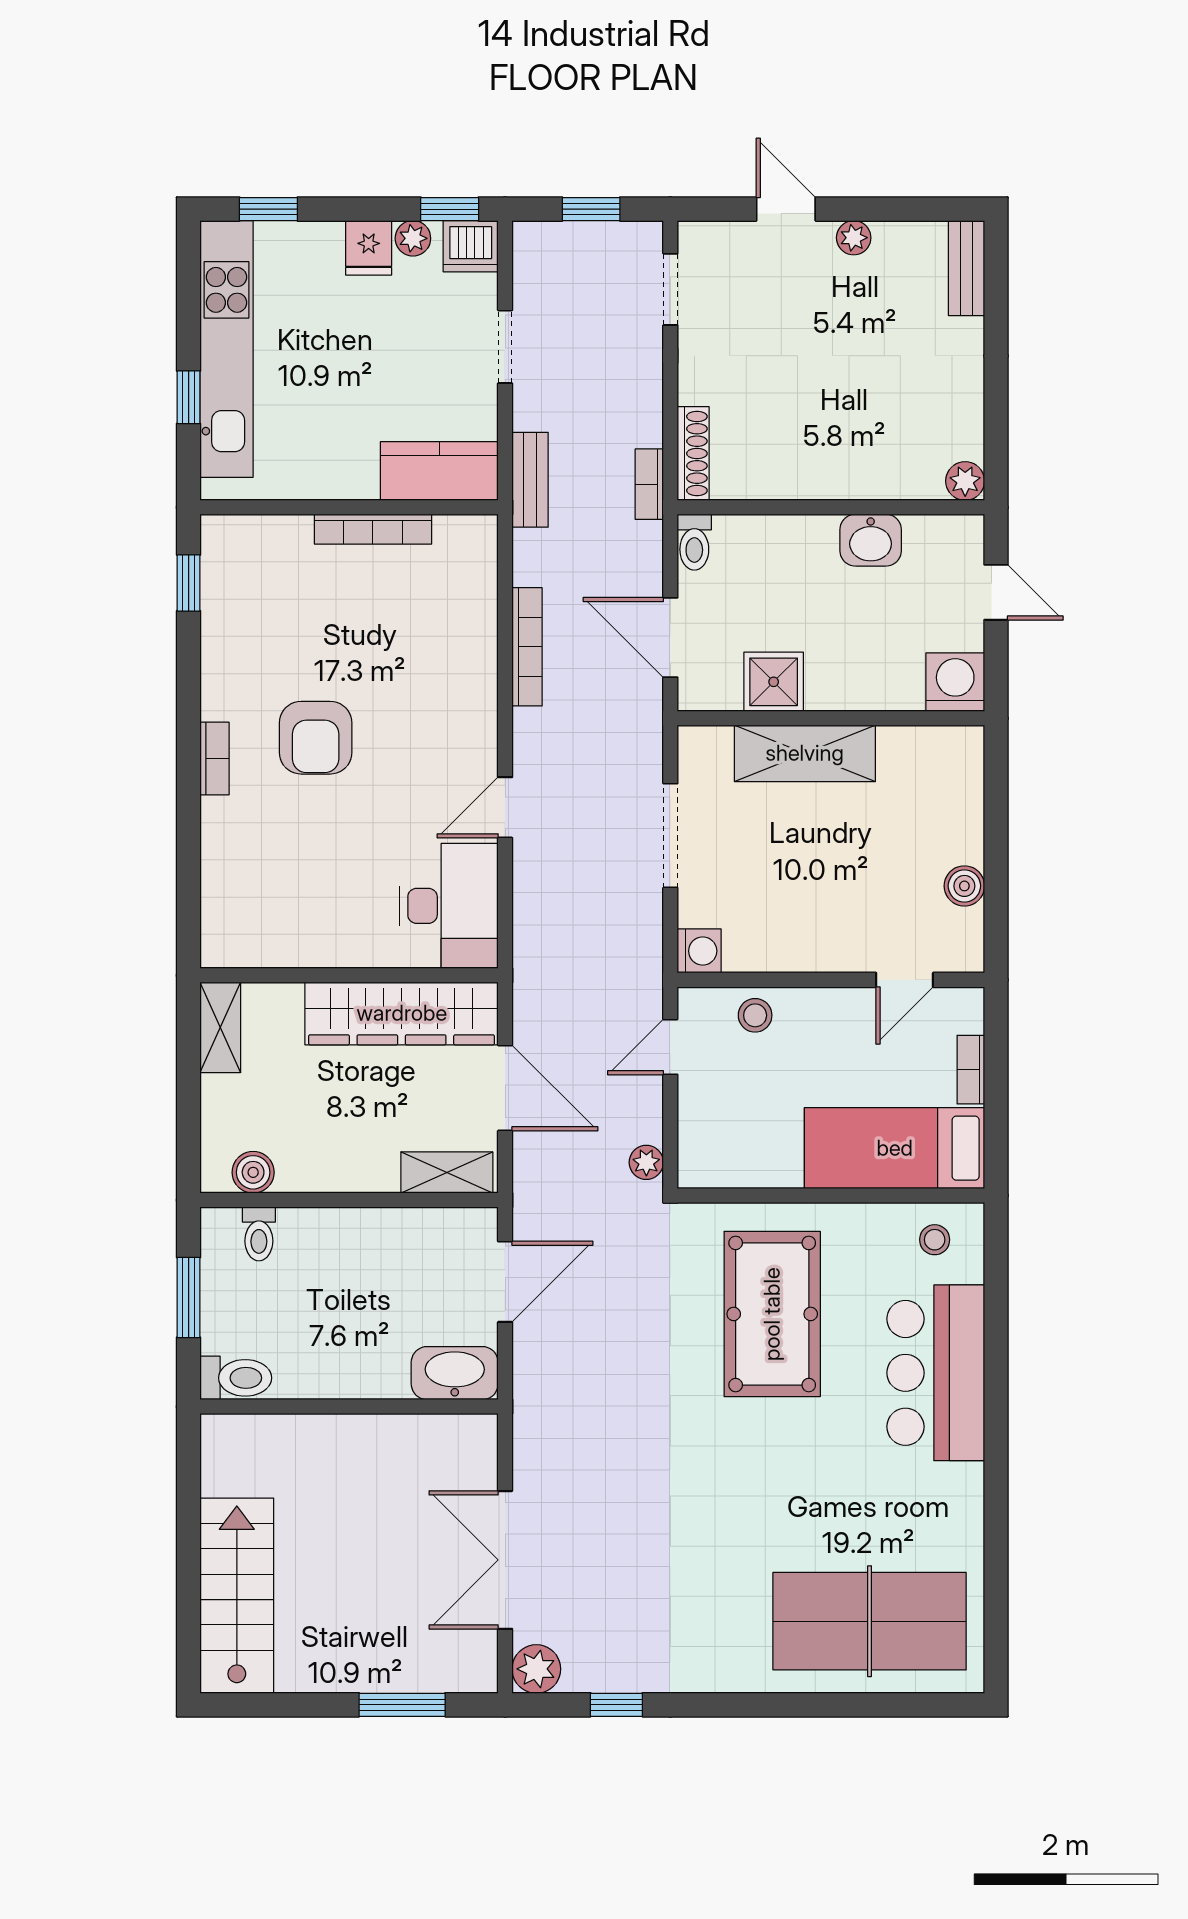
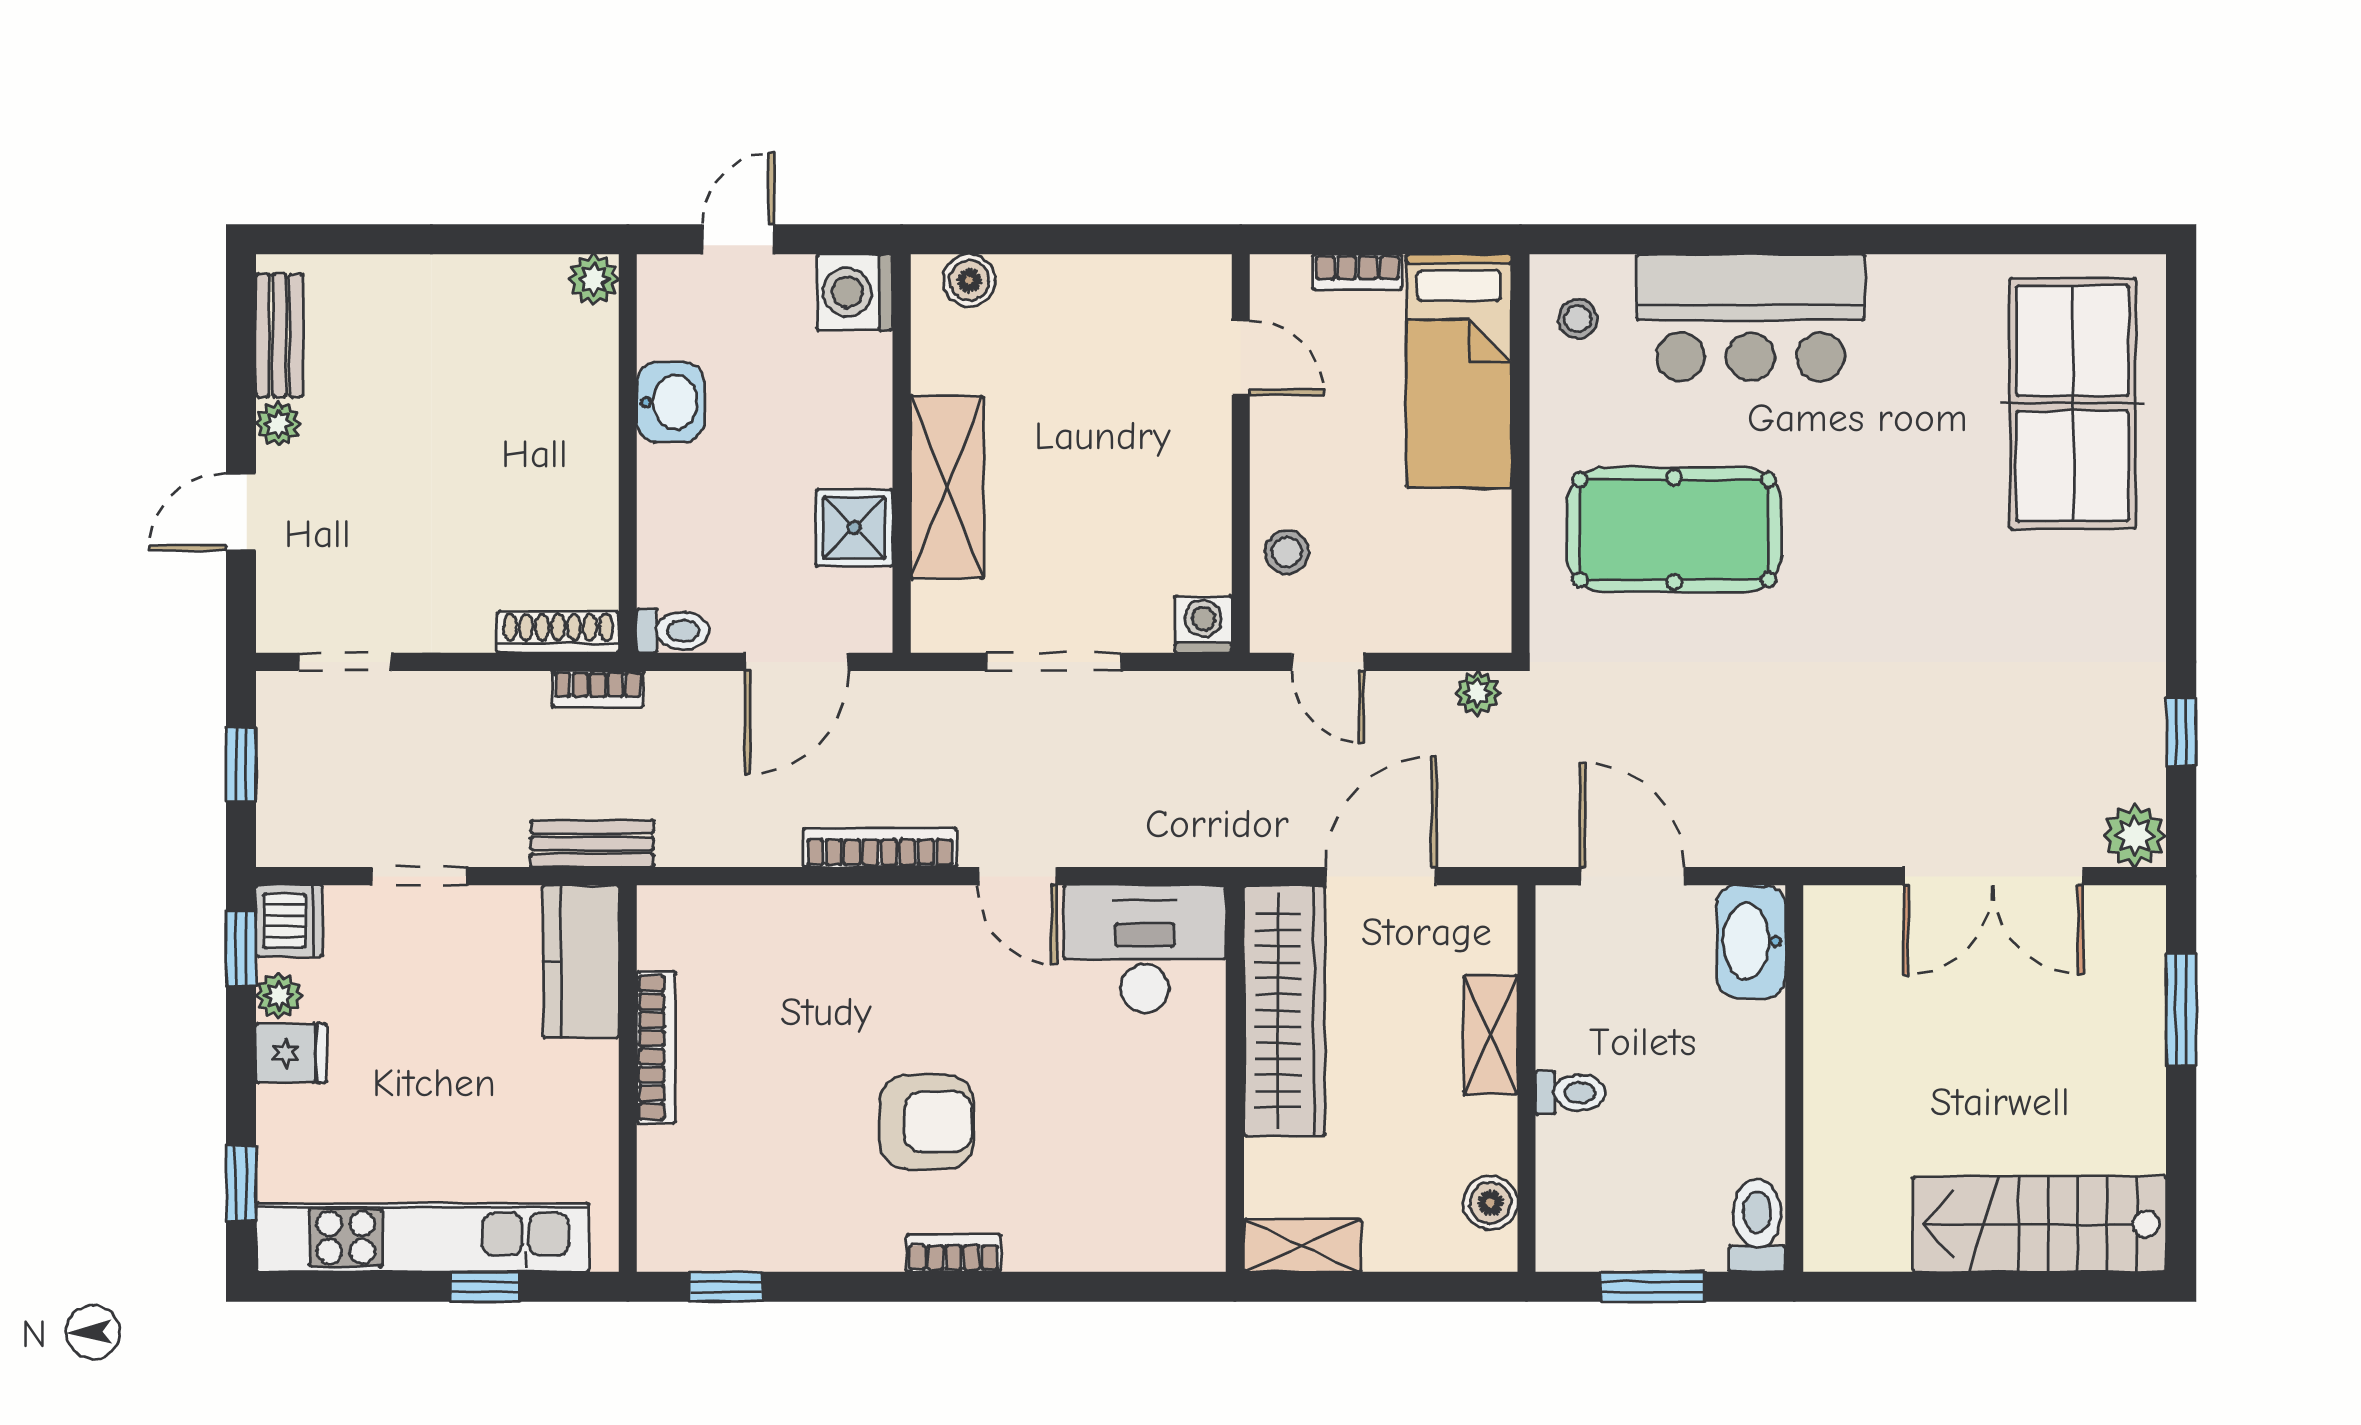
bench: (966, 268) -> (279, 335), moved, turned 90
bookcase: (527, 647) -> (880, 848), moved
boiler: (964, 886) -> (969, 280), moved
shelving: (447, 1173) -> (1491, 1035), moved
toilet: (259, 1234) -> (1570, 1093), moved

